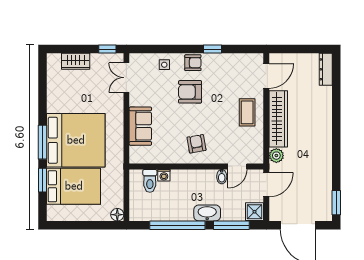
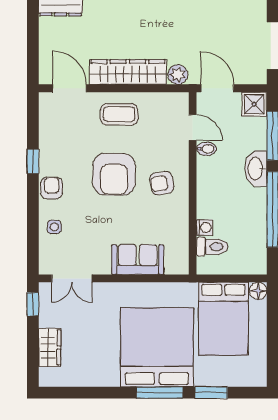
armchair: (190, 92) -> (114, 174), moved, width x1.36, depth x1.36
bed: (74, 186) -> (223, 319), moved, turned 180

